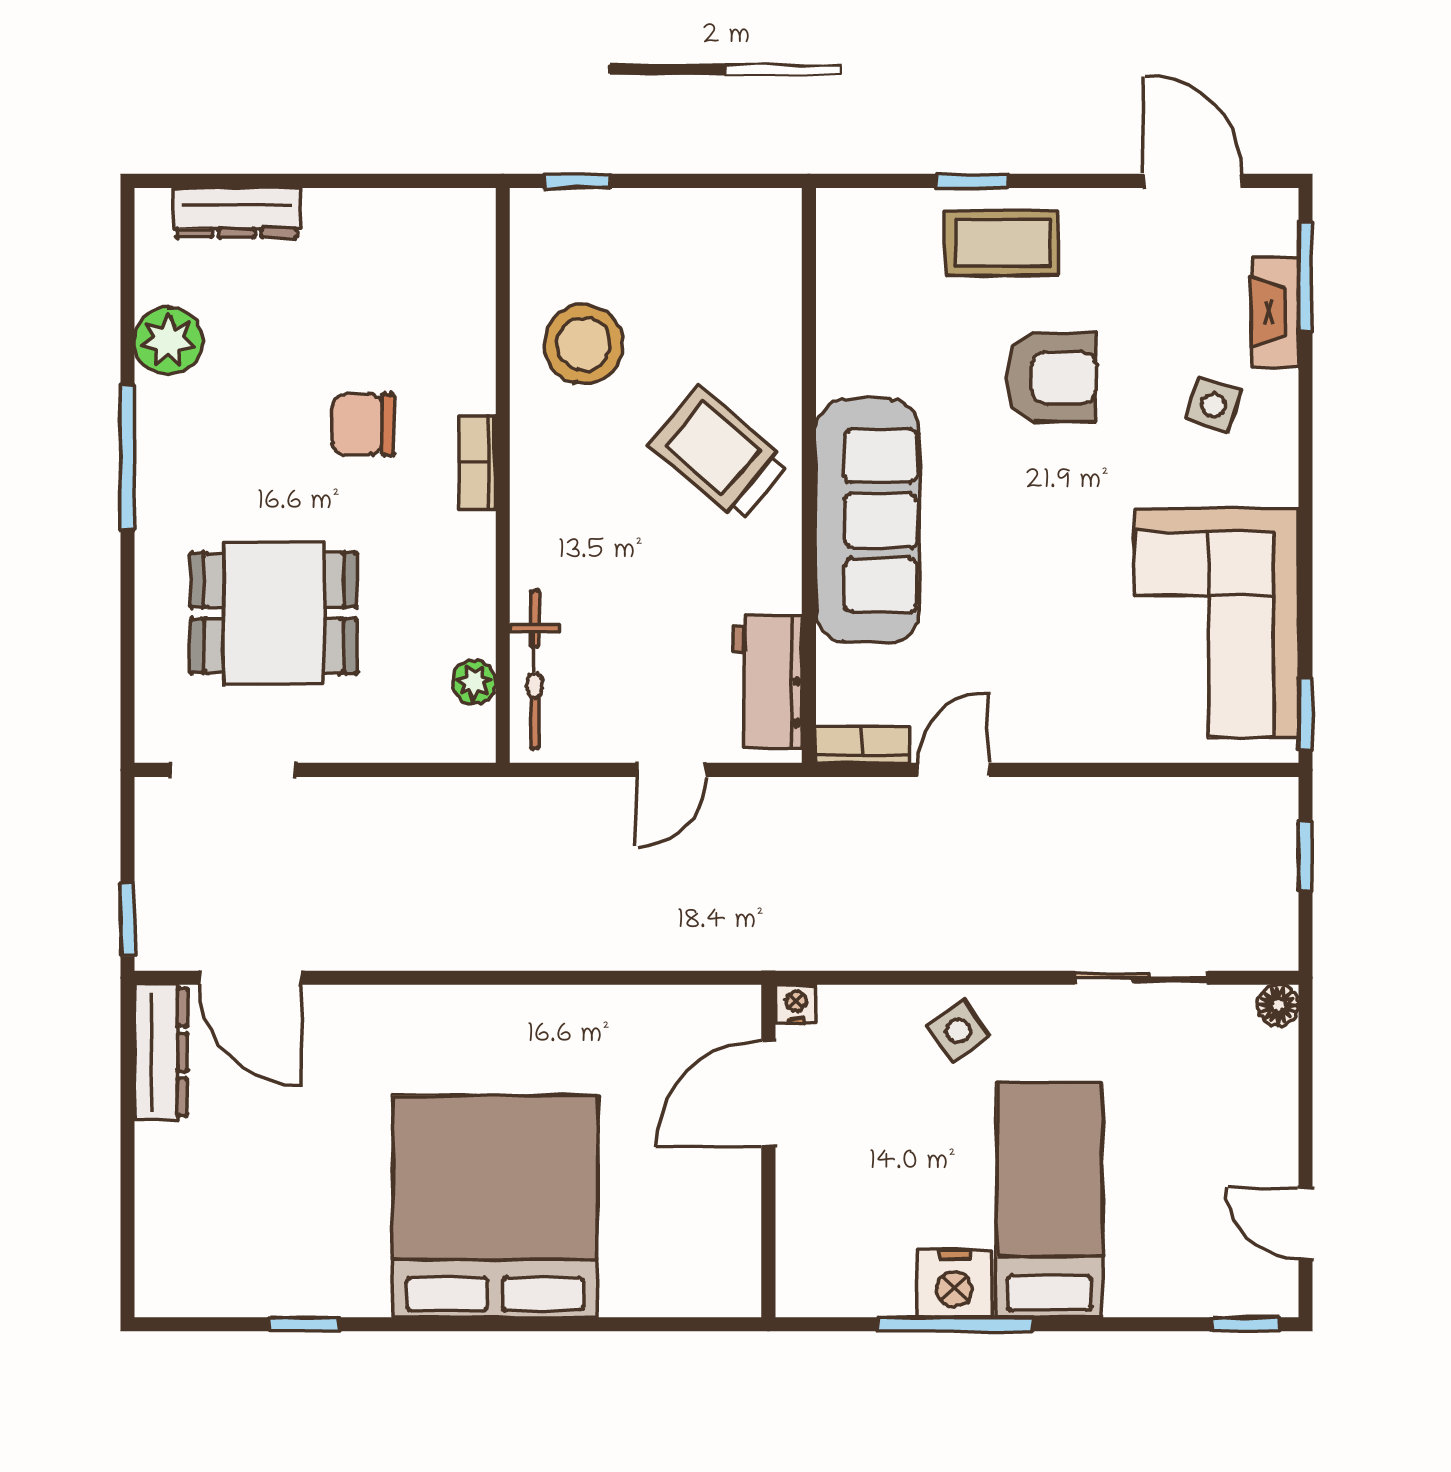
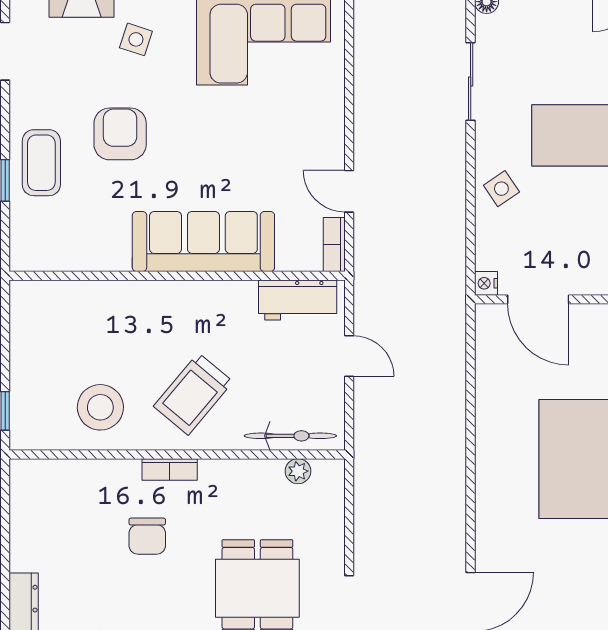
trolley: (719, 453) -> (193, 394), moved

